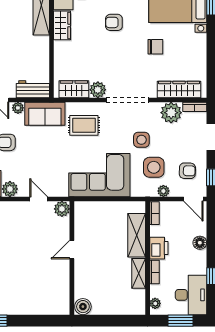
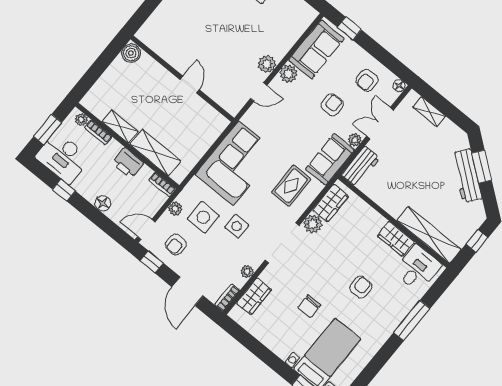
wardrobe: (179, 89) -> (254, 296), width x0.67
plant: (171, 113) -> (247, 272), width x0.53, depth x0.53
plant: (62, 209) -> (267, 64), moved
bookcase: (154, 272) -> (98, 132), moved

